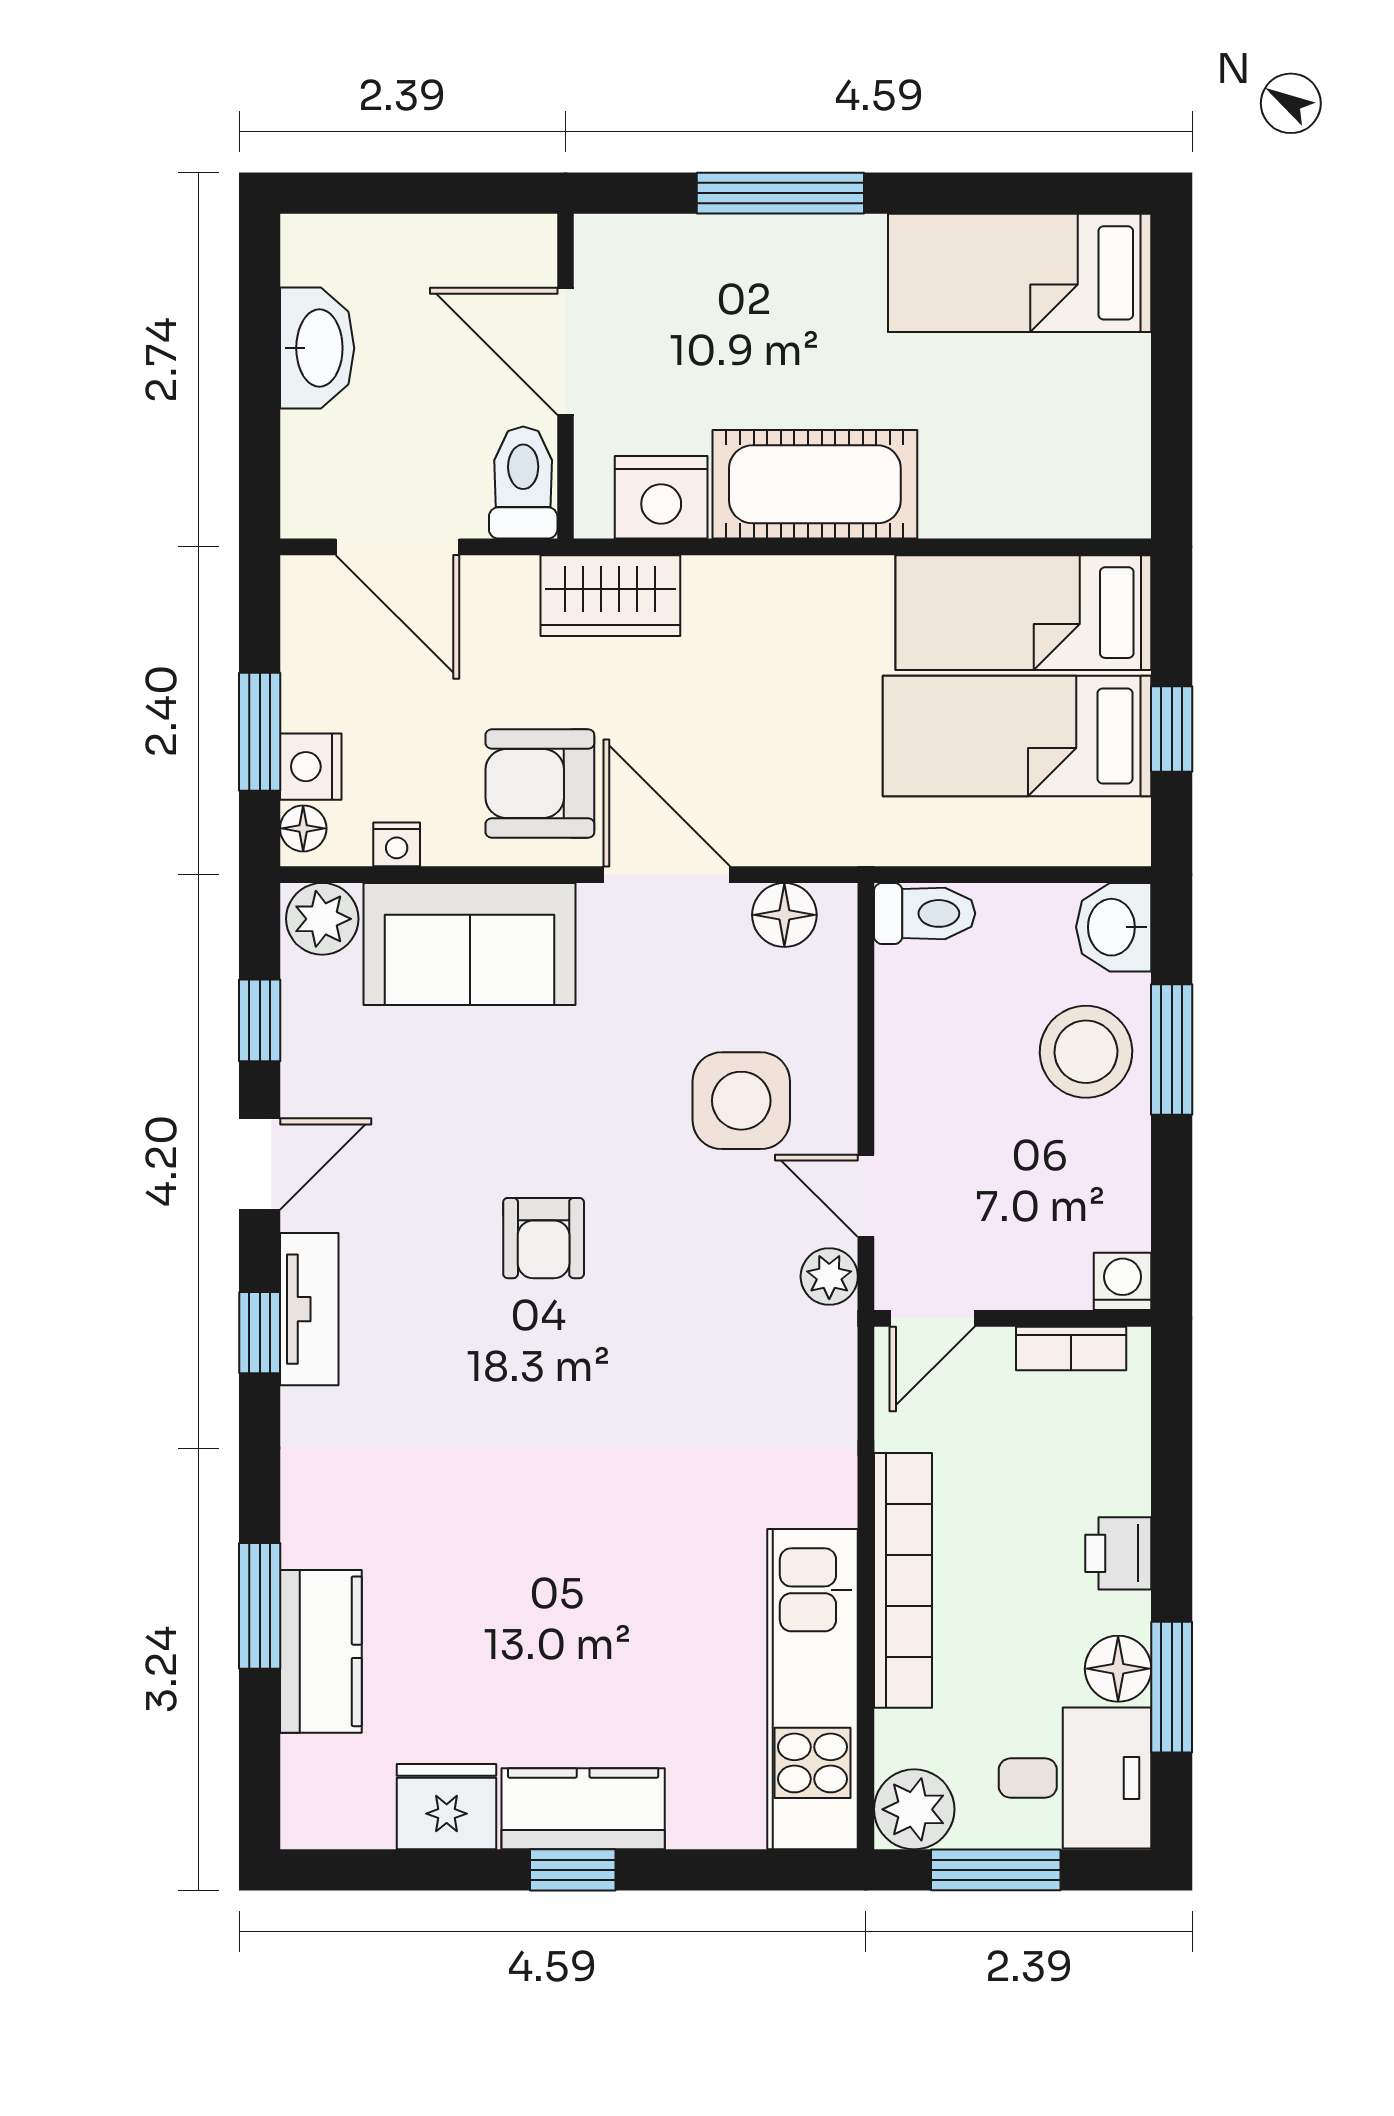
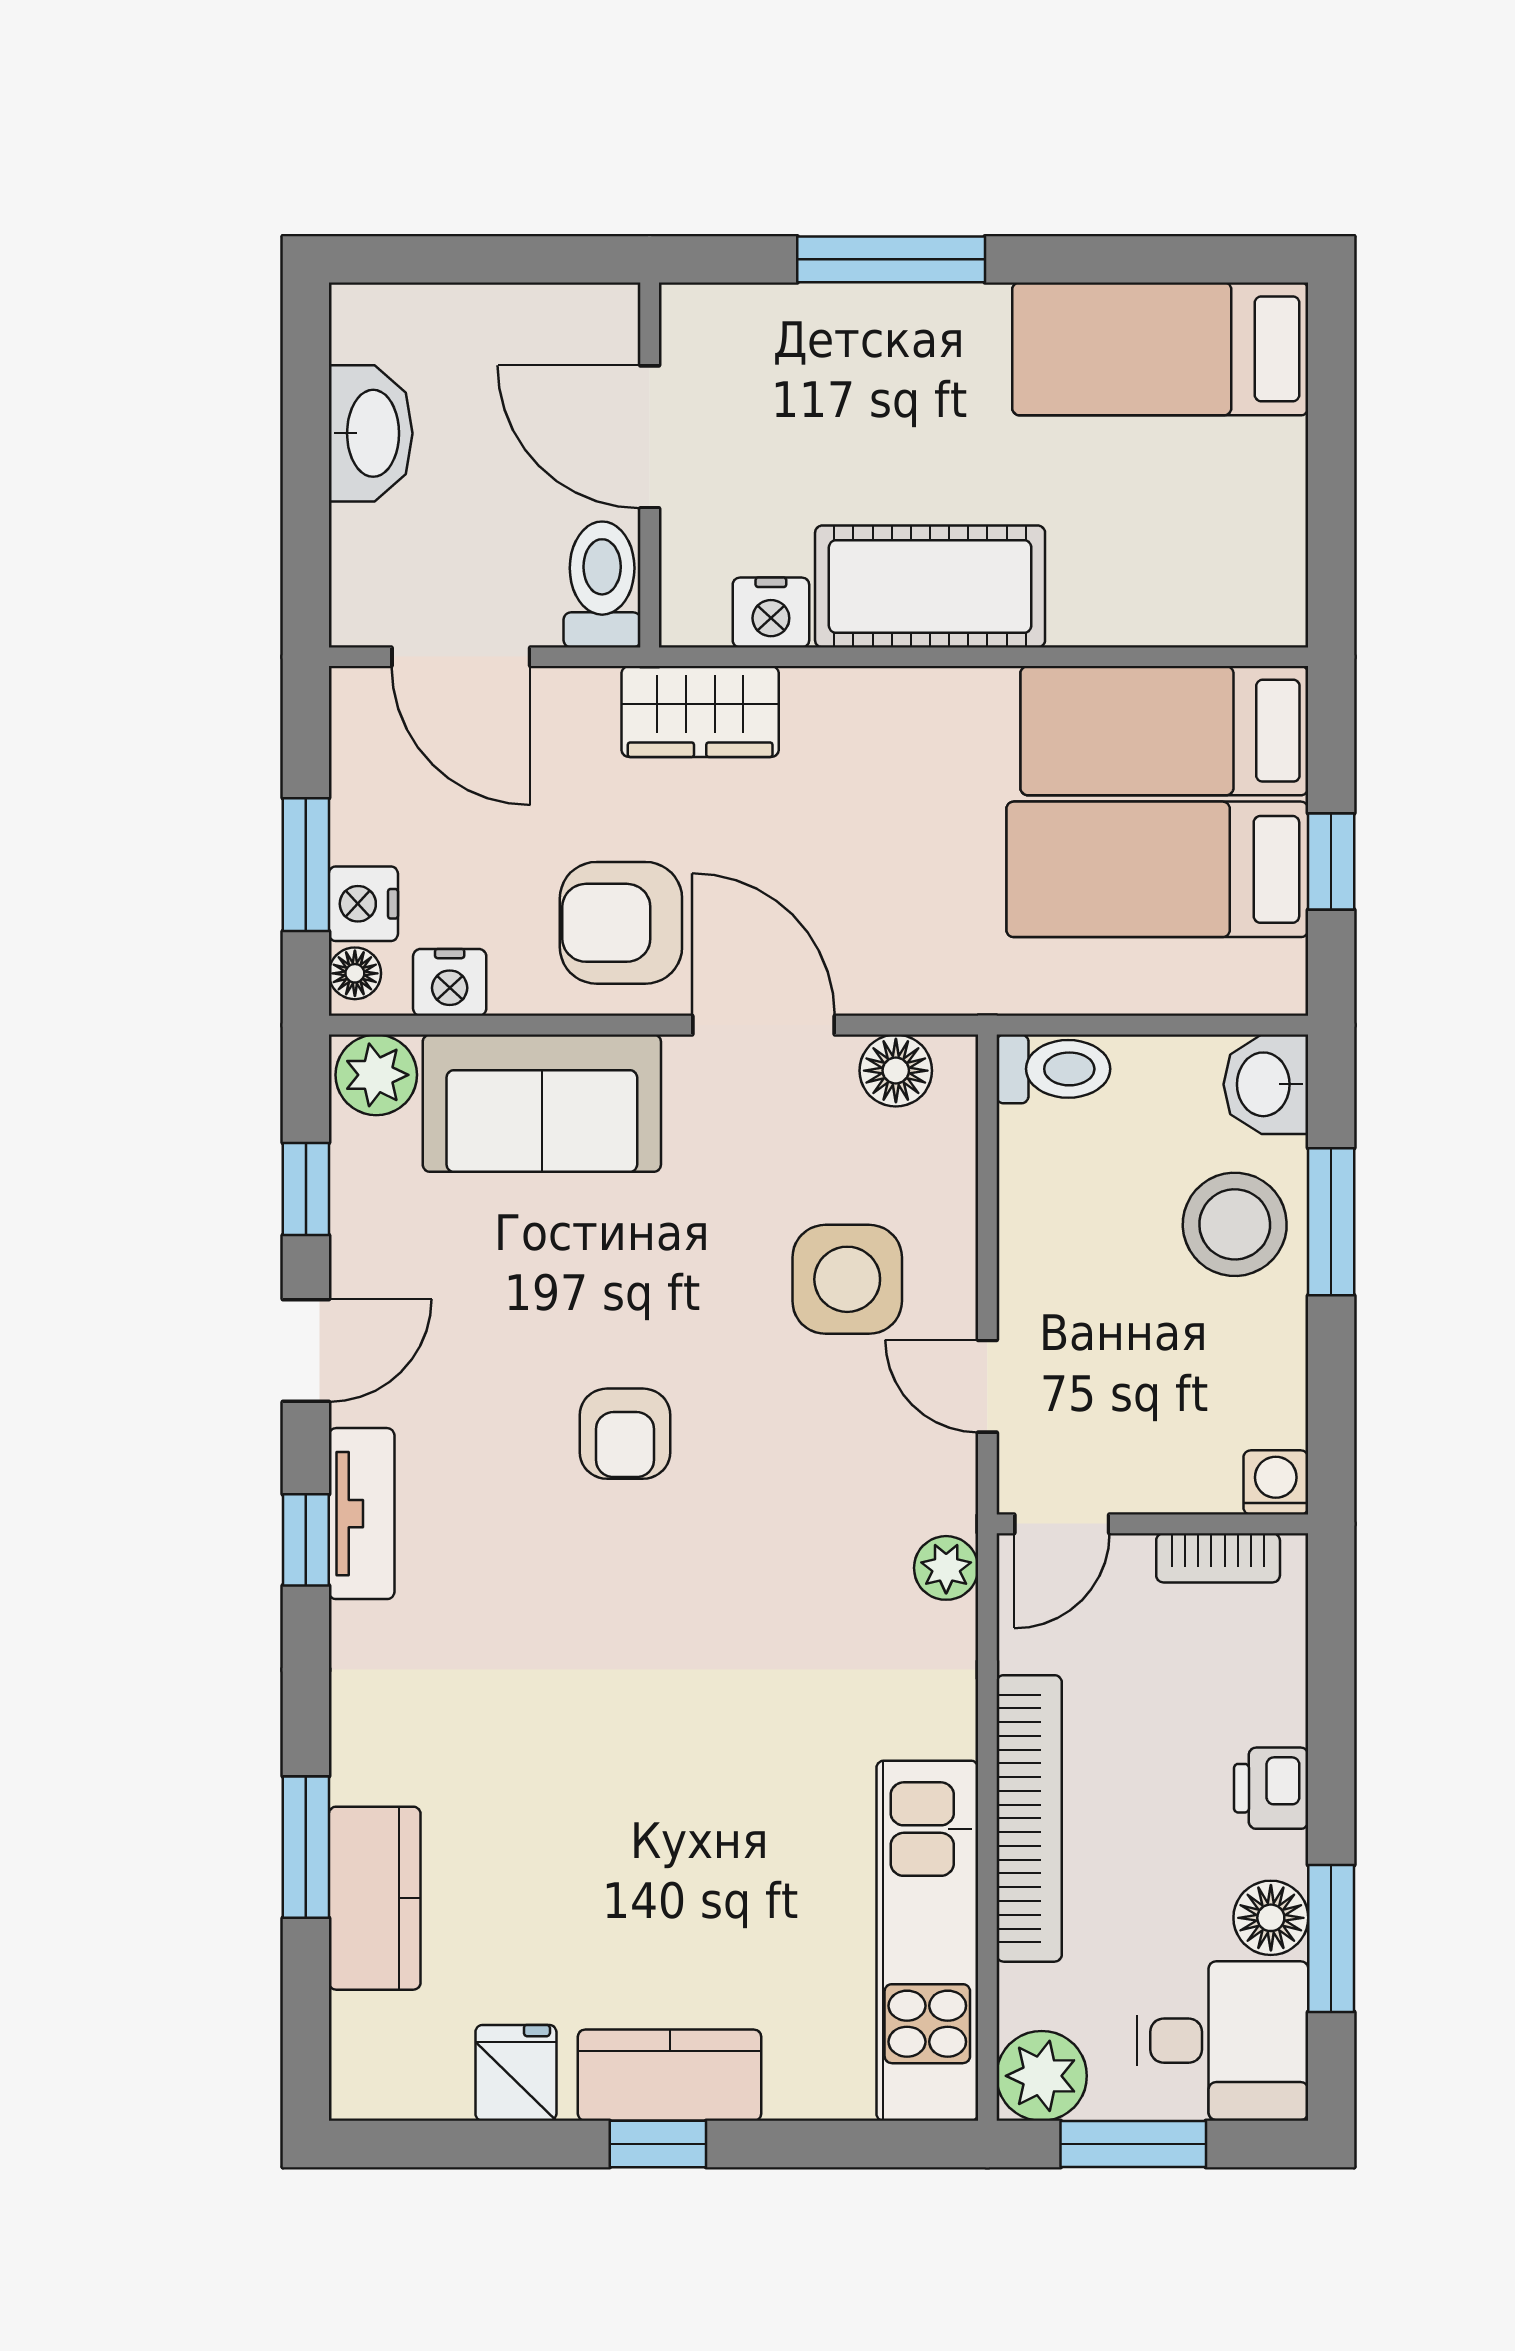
nightstand: (661, 497) -> (771, 613), width x0.74, depth x0.75
nightstand: (397, 844) -> (450, 982), width x1.39, depth x1.35
plant: (829, 1276) -> (946, 1568), moved
fridge: (447, 1807) -> (516, 2073), width x0.72

